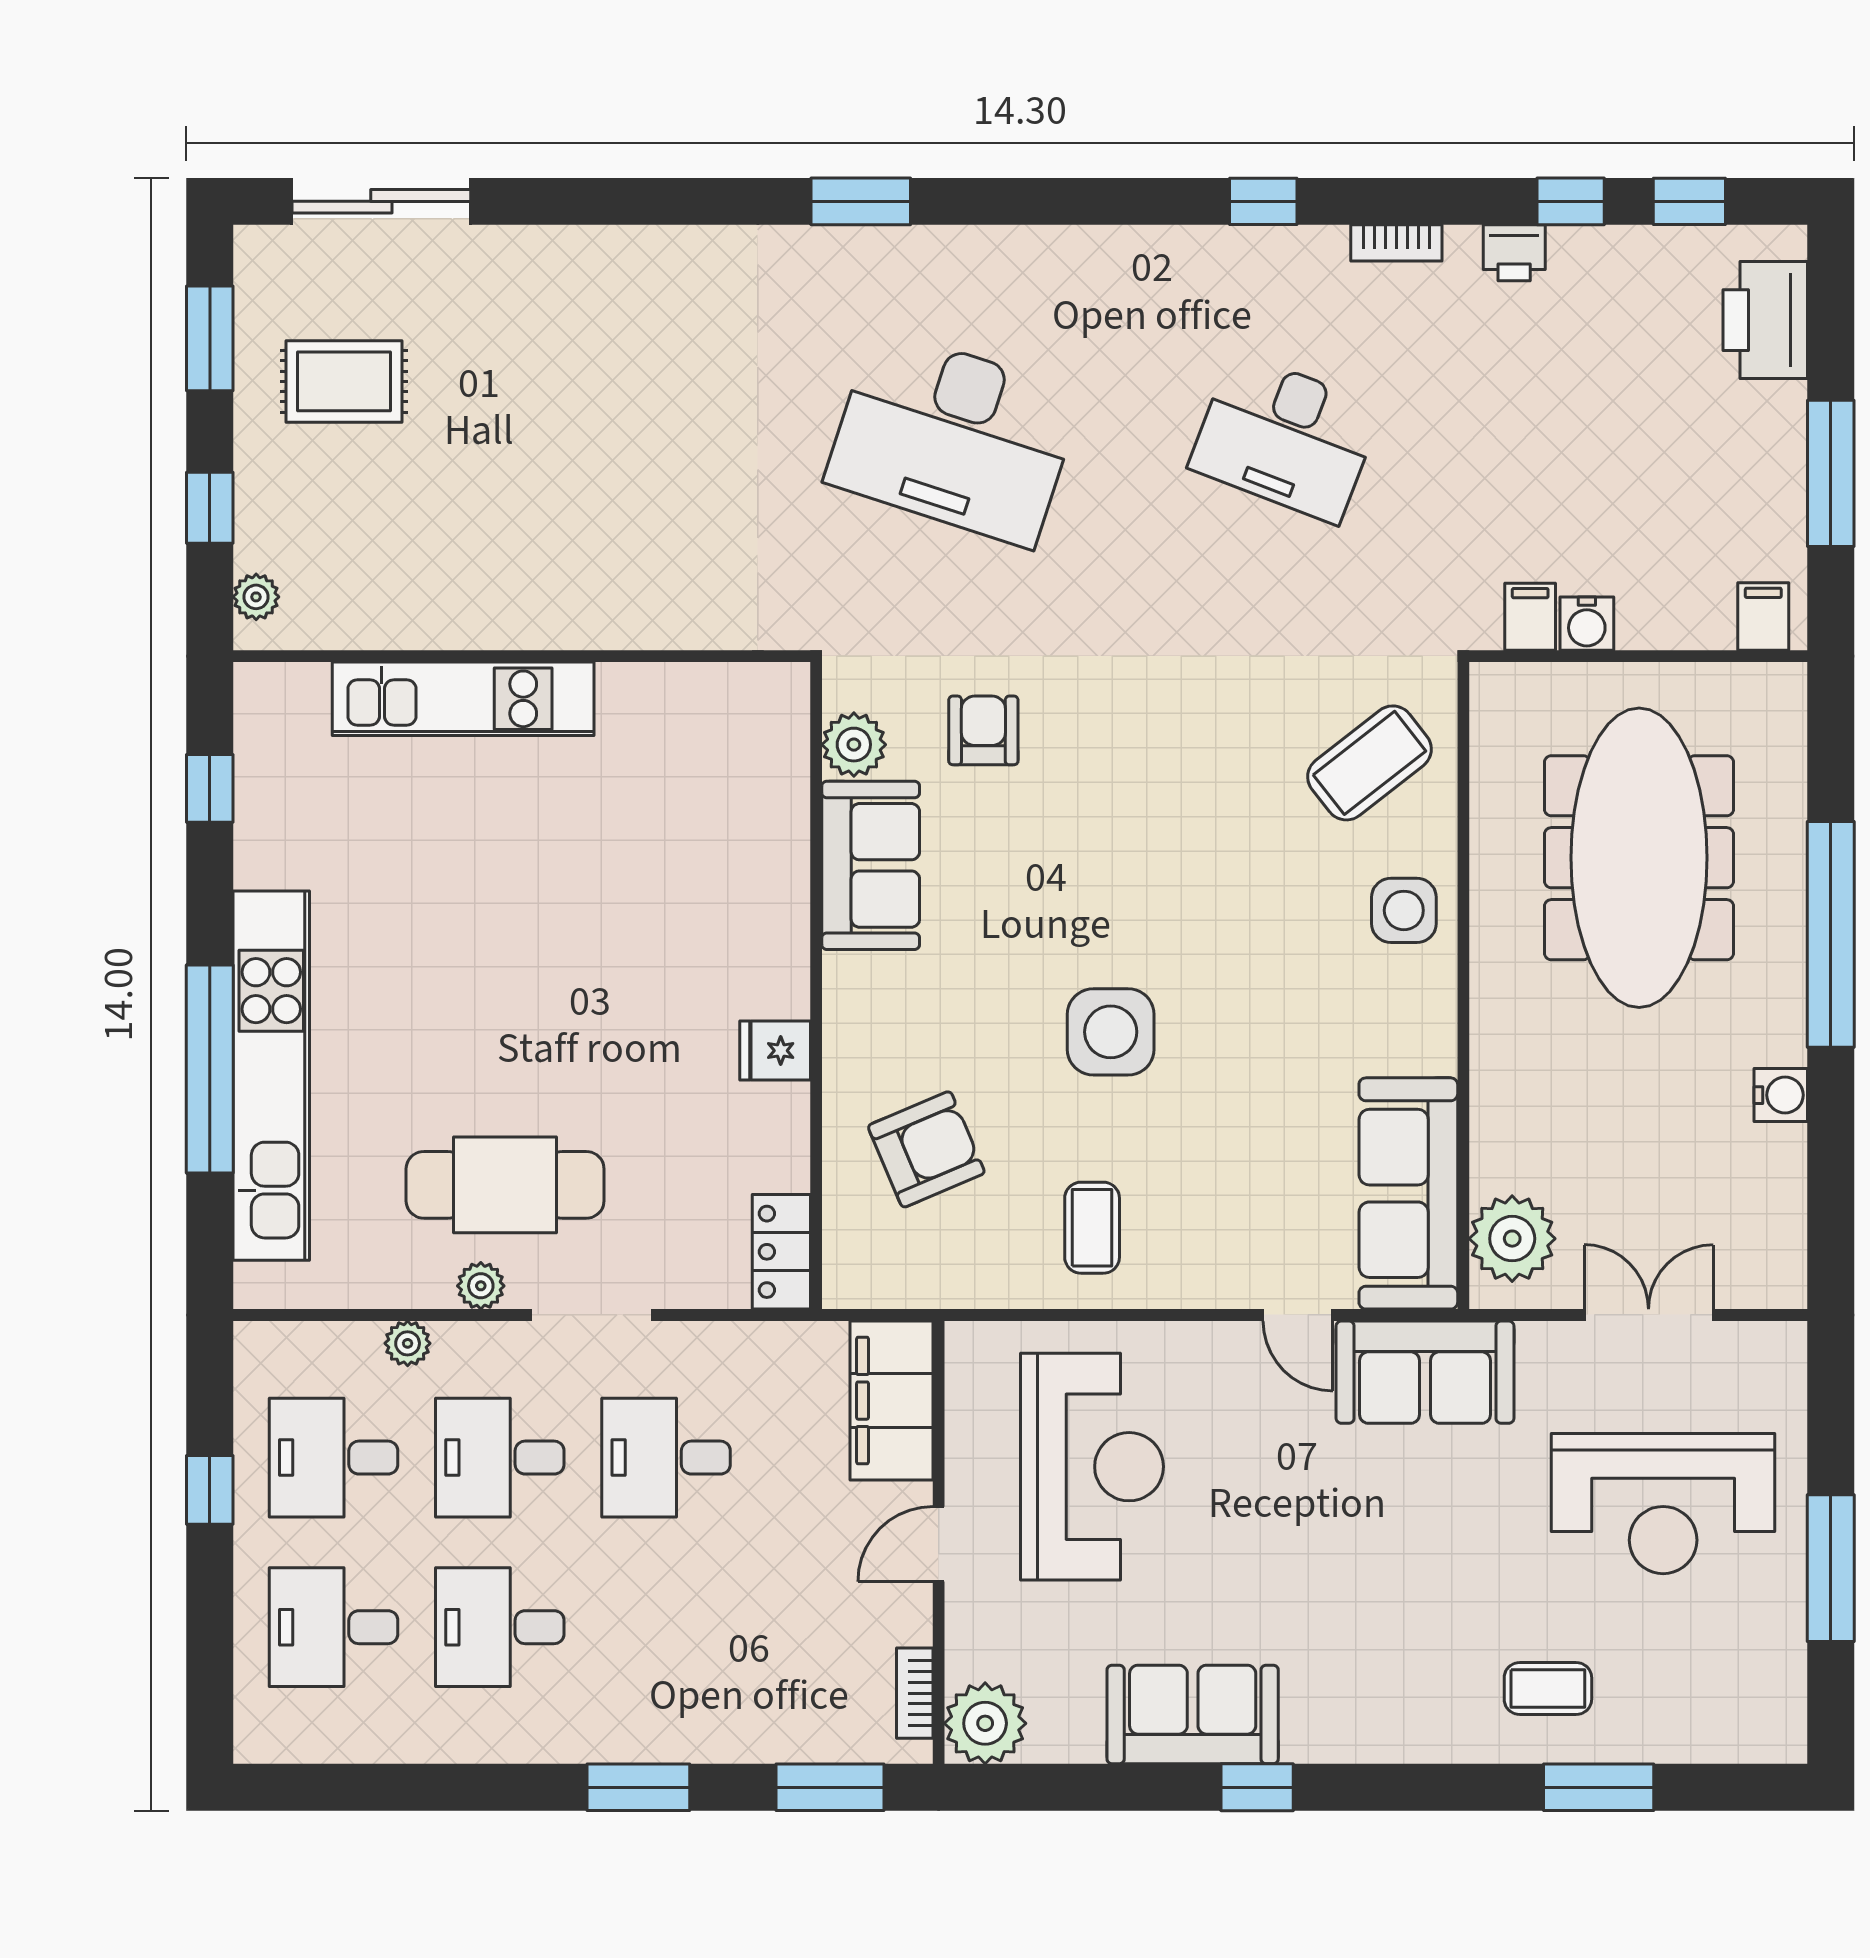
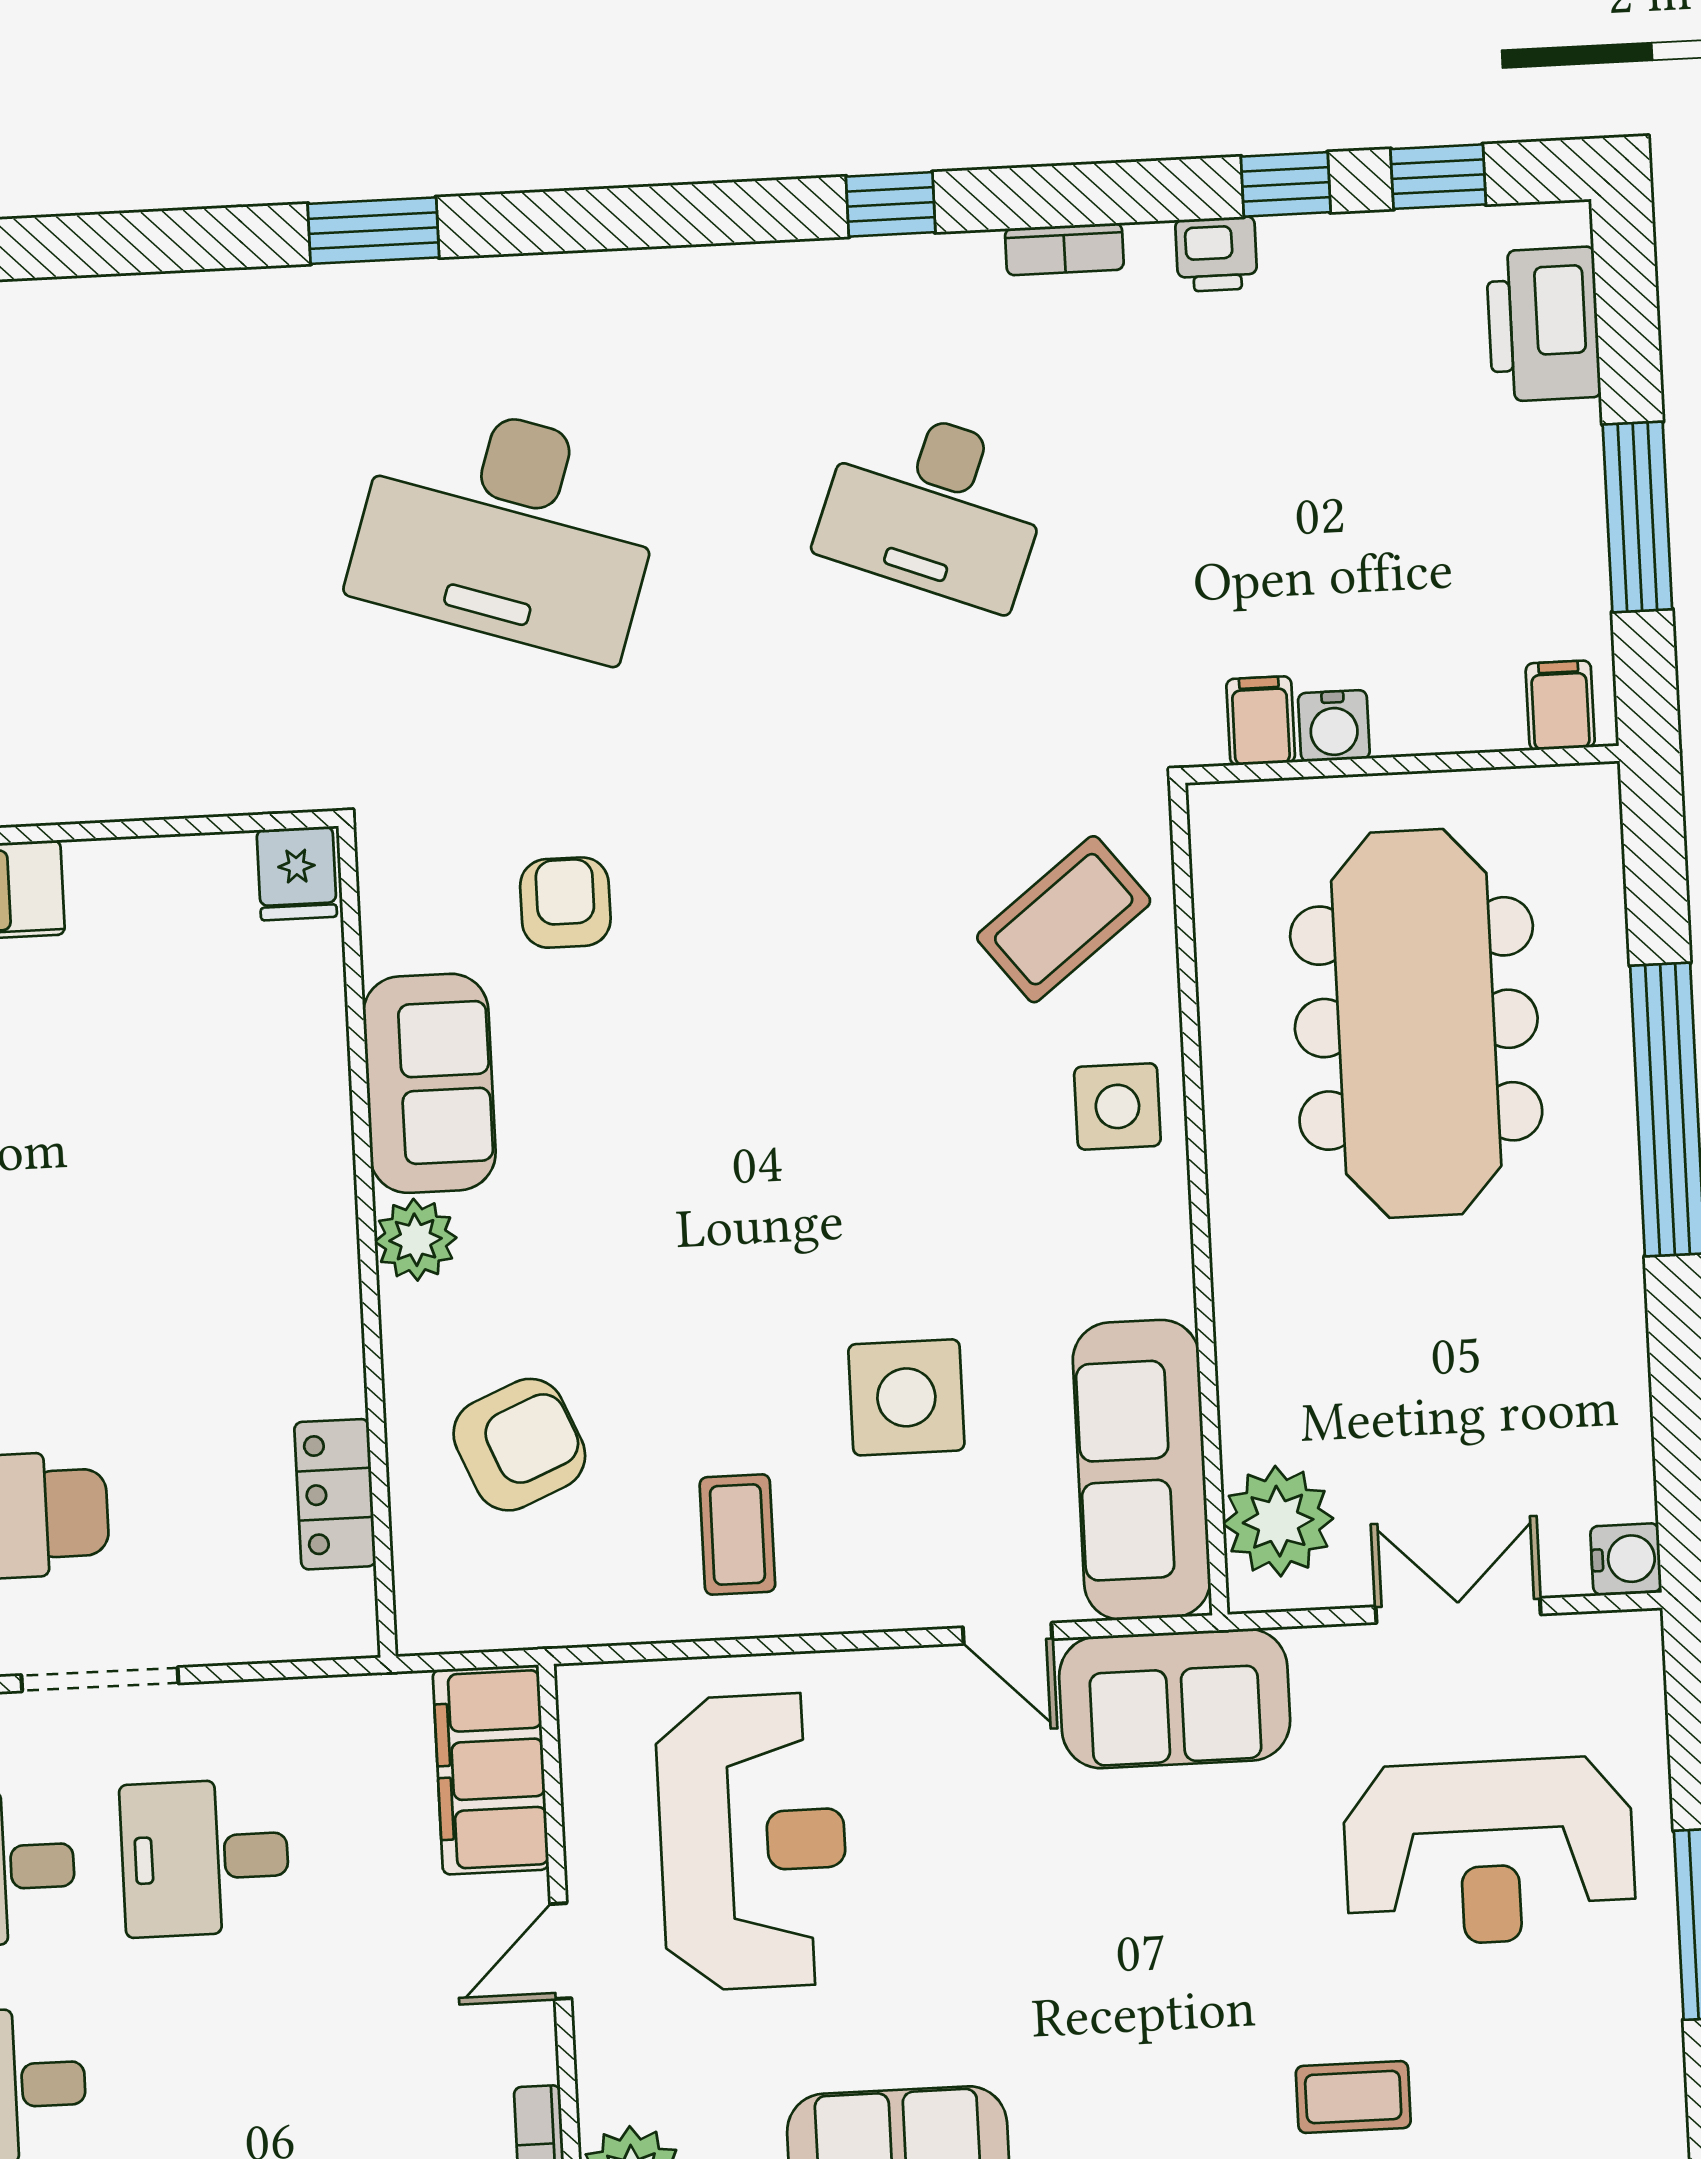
plant: (854, 745) -> (416, 1240), moved
side table: (1111, 1032) -> (906, 1397), moved
fridge: (775, 1051) -> (297, 873), moved, turned -90
water cooler: (1781, 1095) -> (1626, 1559), moved
locker: (781, 1252) -> (335, 1494), moved

